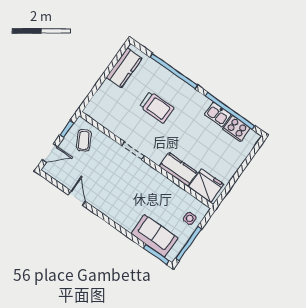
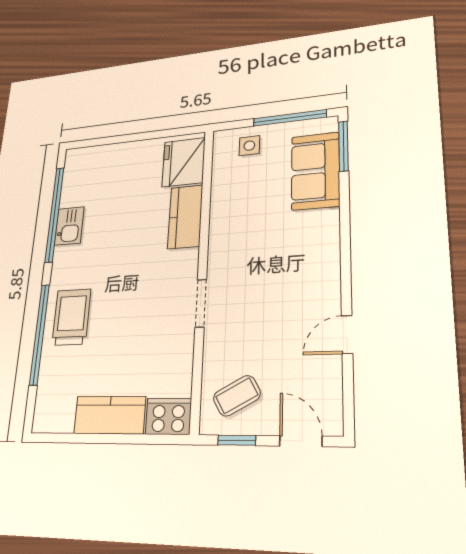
kitchen counter: (124, 68) -> (110, 415), moved
trolley: (157, 107) -> (71, 317), moved
cooker: (236, 129) -> (168, 416), moved, turned -90

